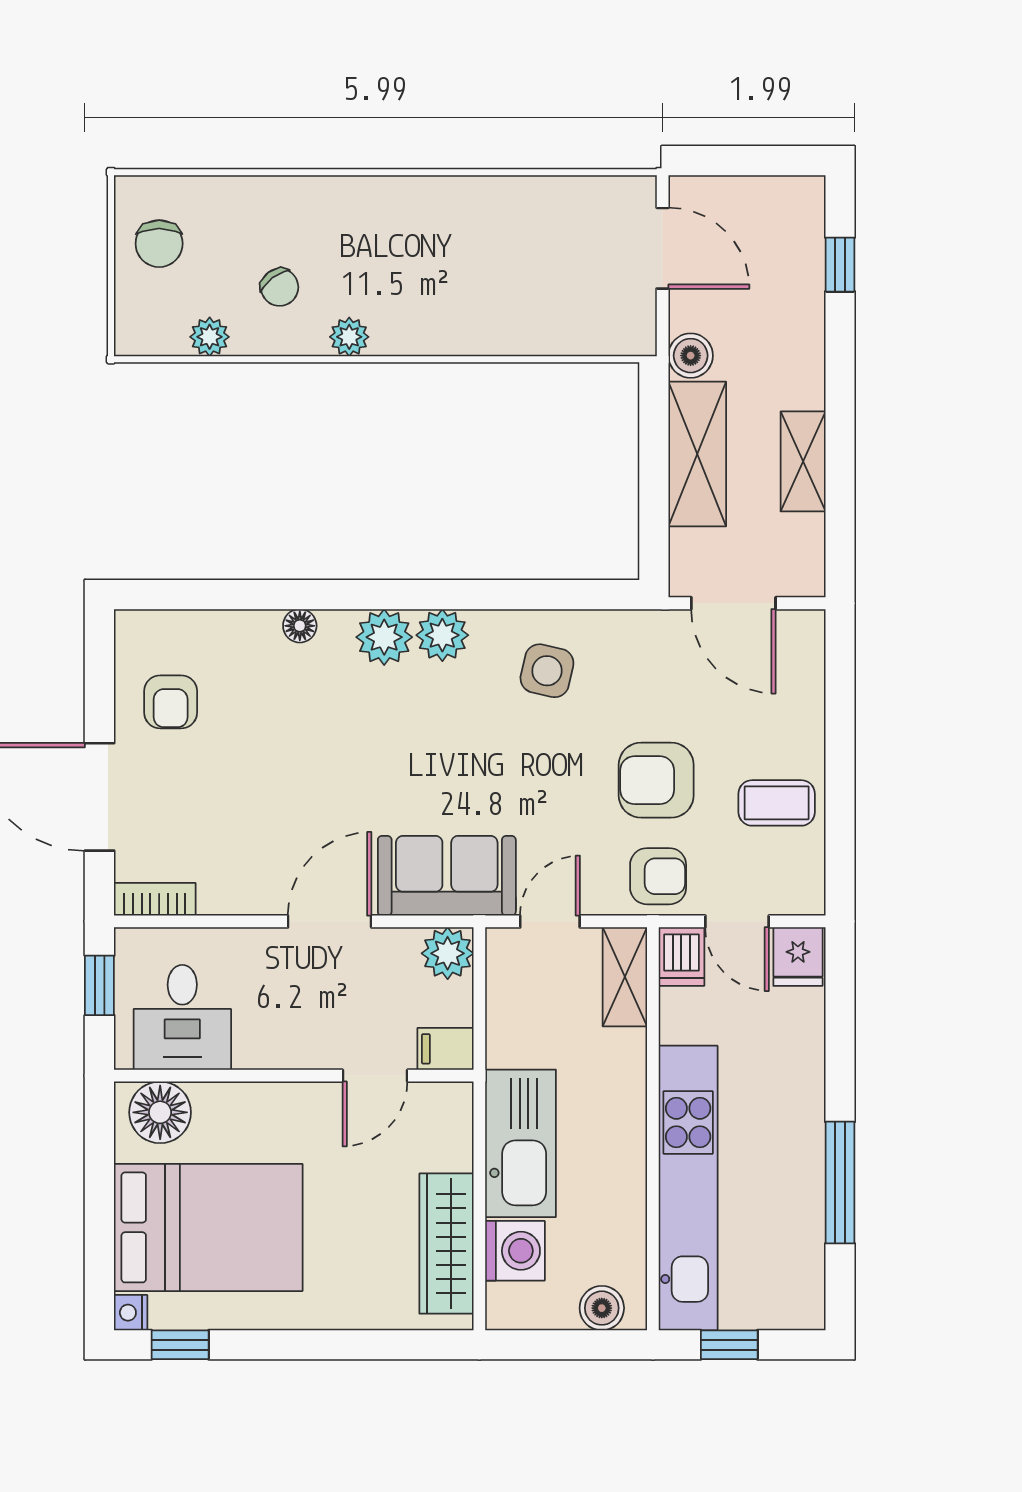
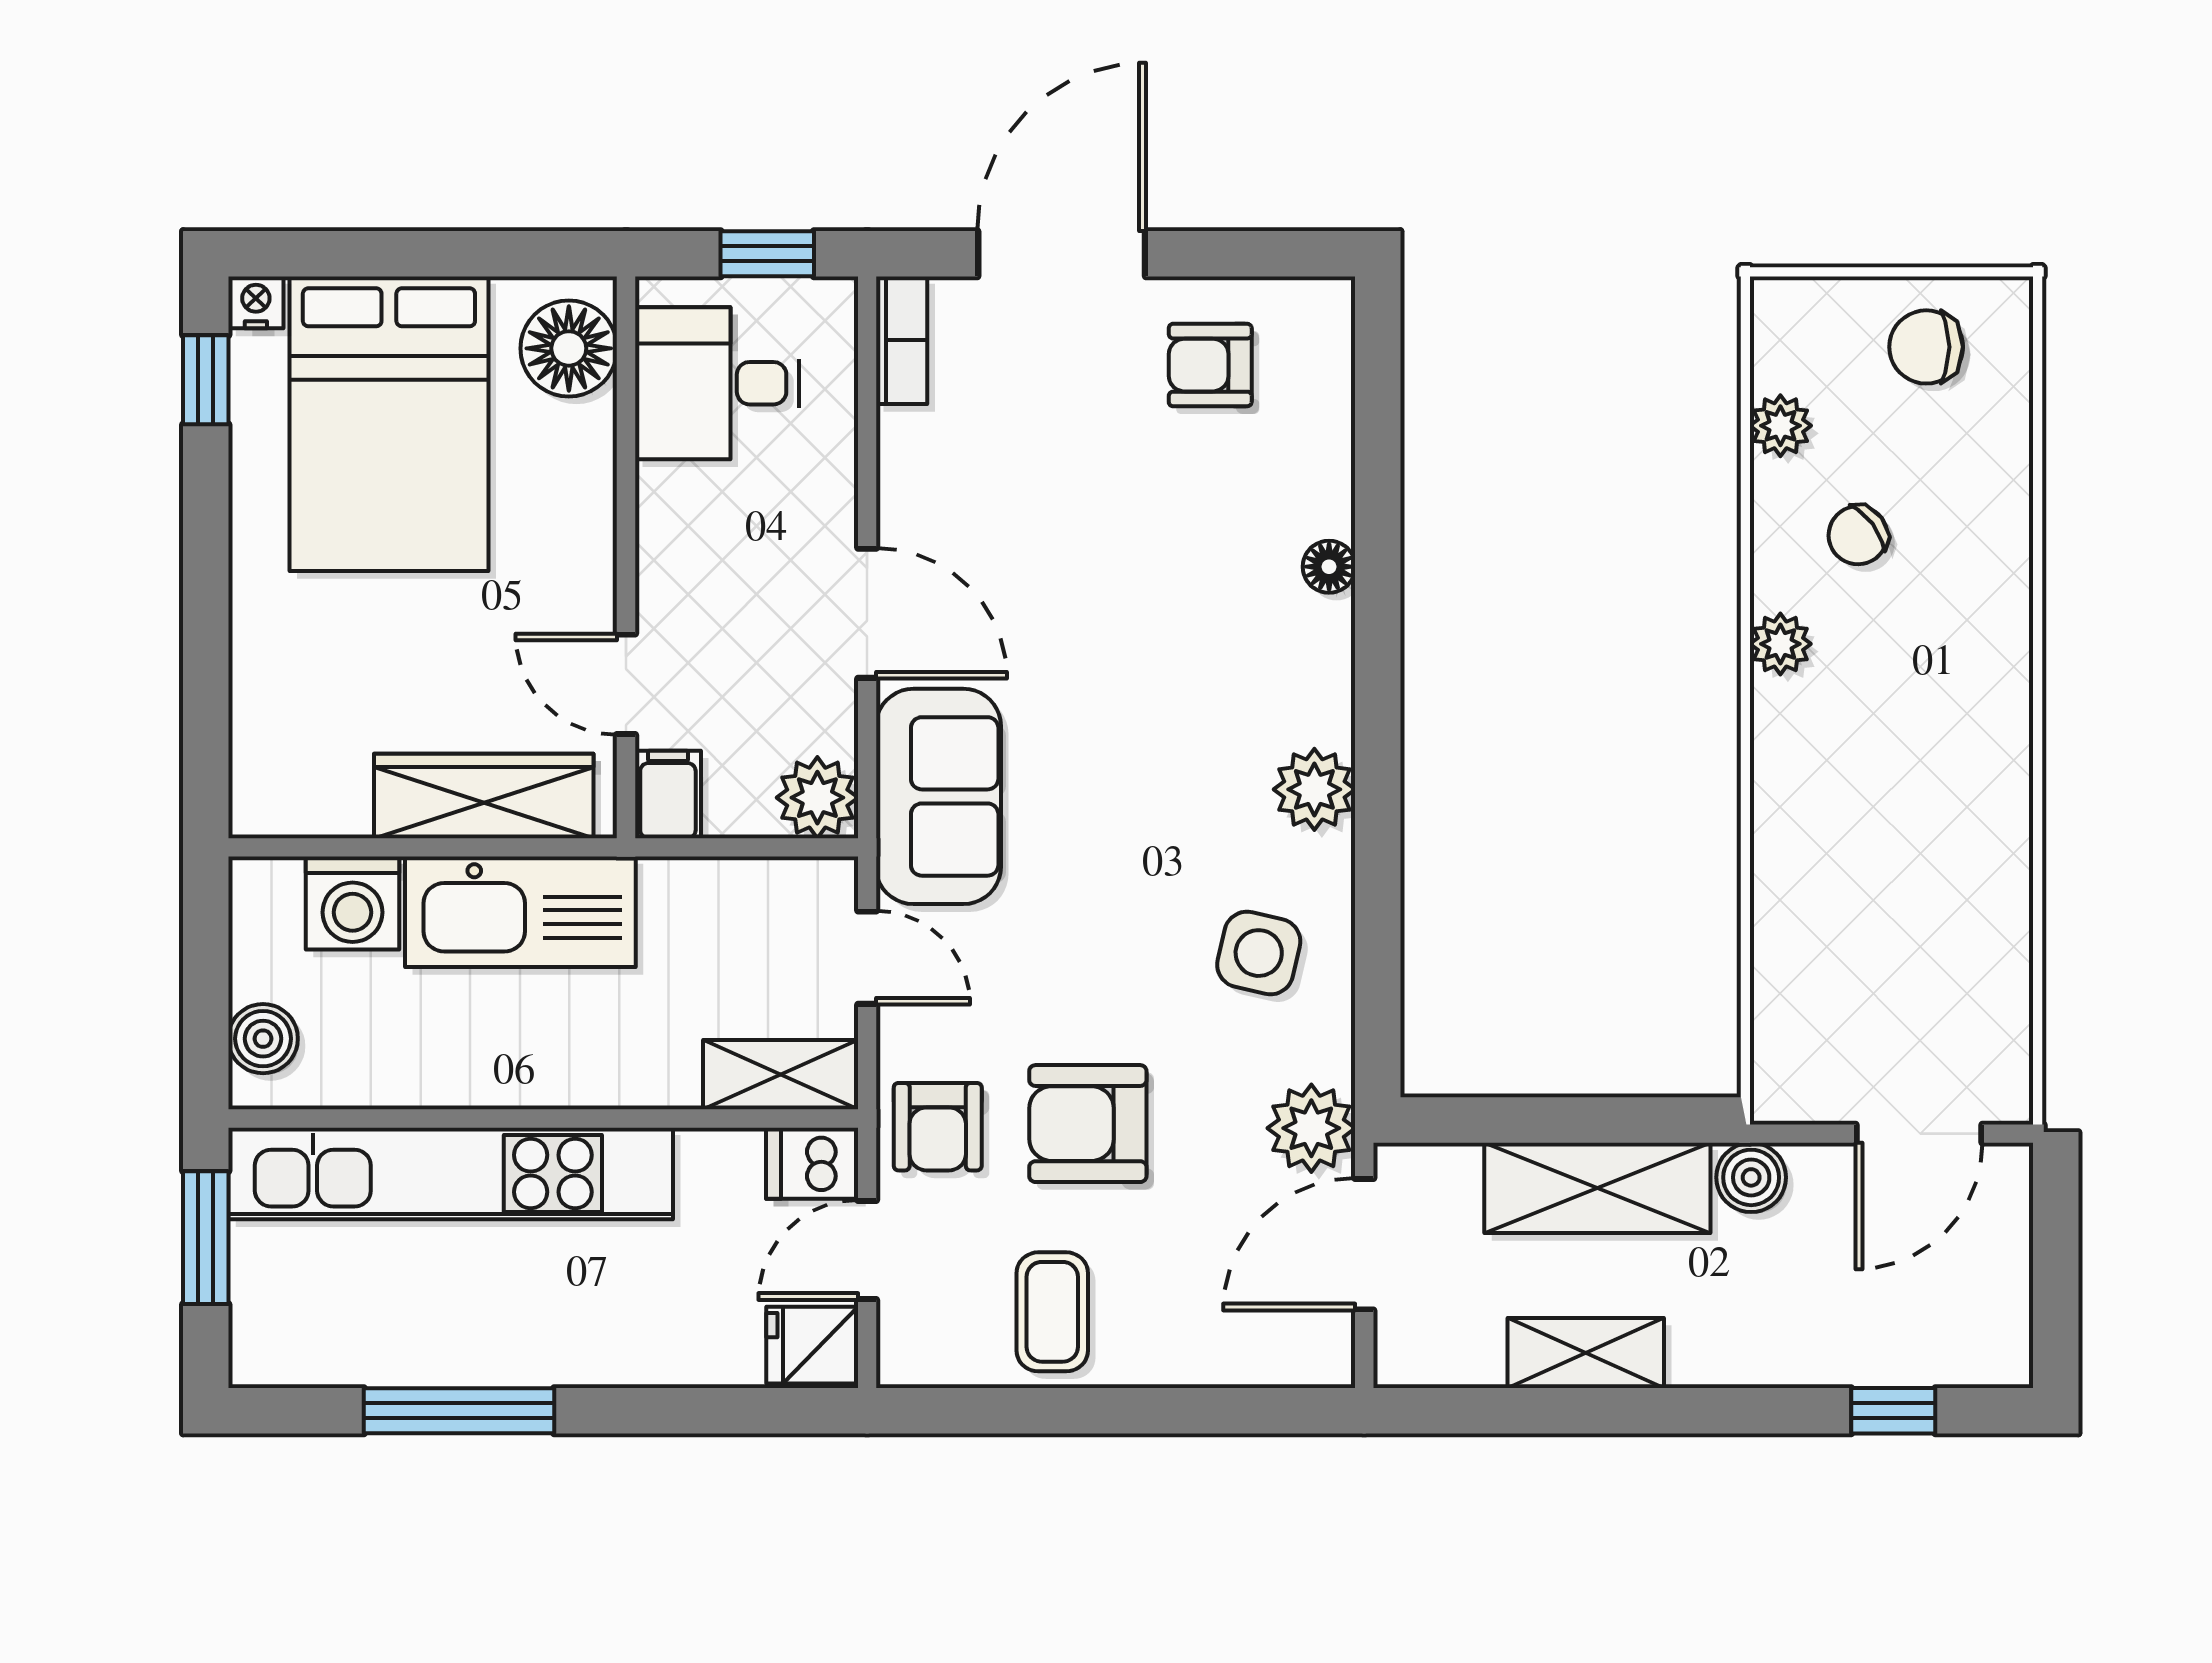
plant: (384, 637) -> (1311, 1128), moved
armchair: (656, 780) -> (1088, 1124), turned -90
wardrobe: (446, 1244) -> (484, 796), moved
window: (729, 1345) -> (206, 1238), width x1.50

